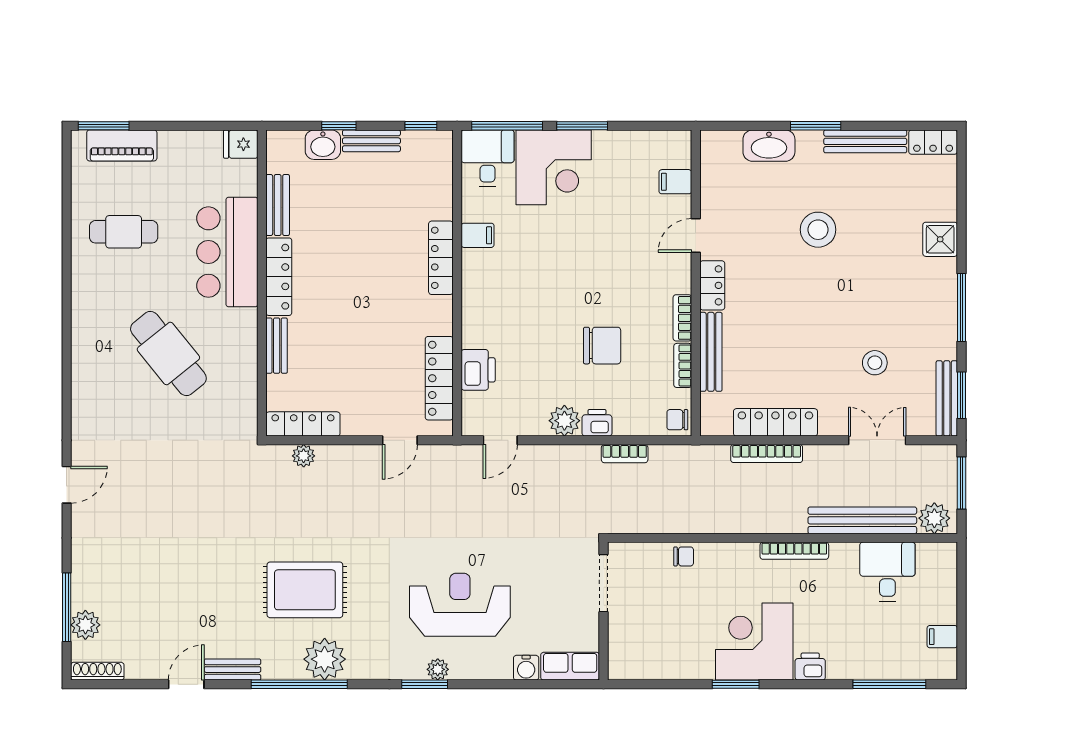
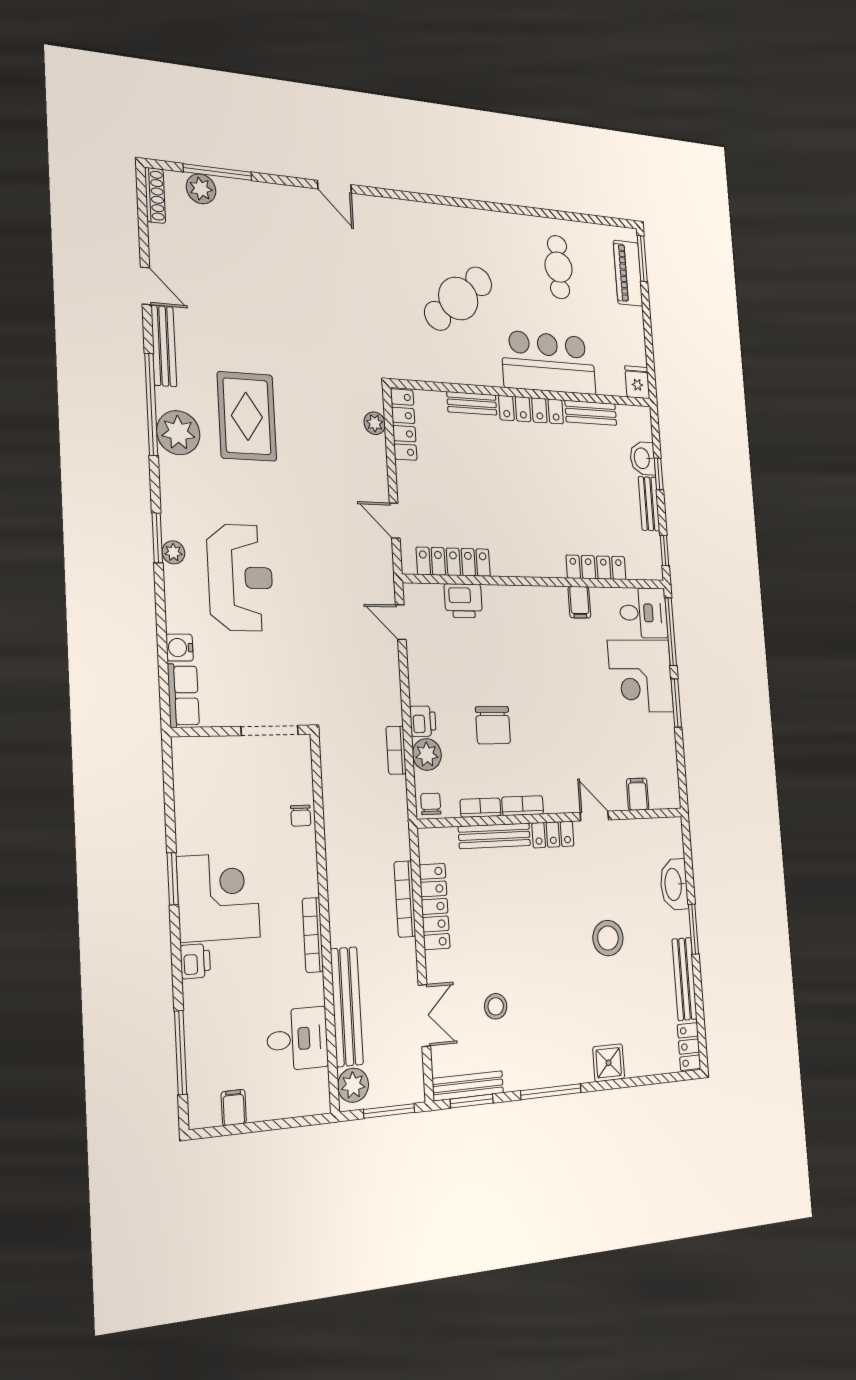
locker: (441, 258) -> (596, 567), moved
plant: (564, 421) -> (427, 755), moved
bench: (232, 670) -> (164, 346), width x1.36

